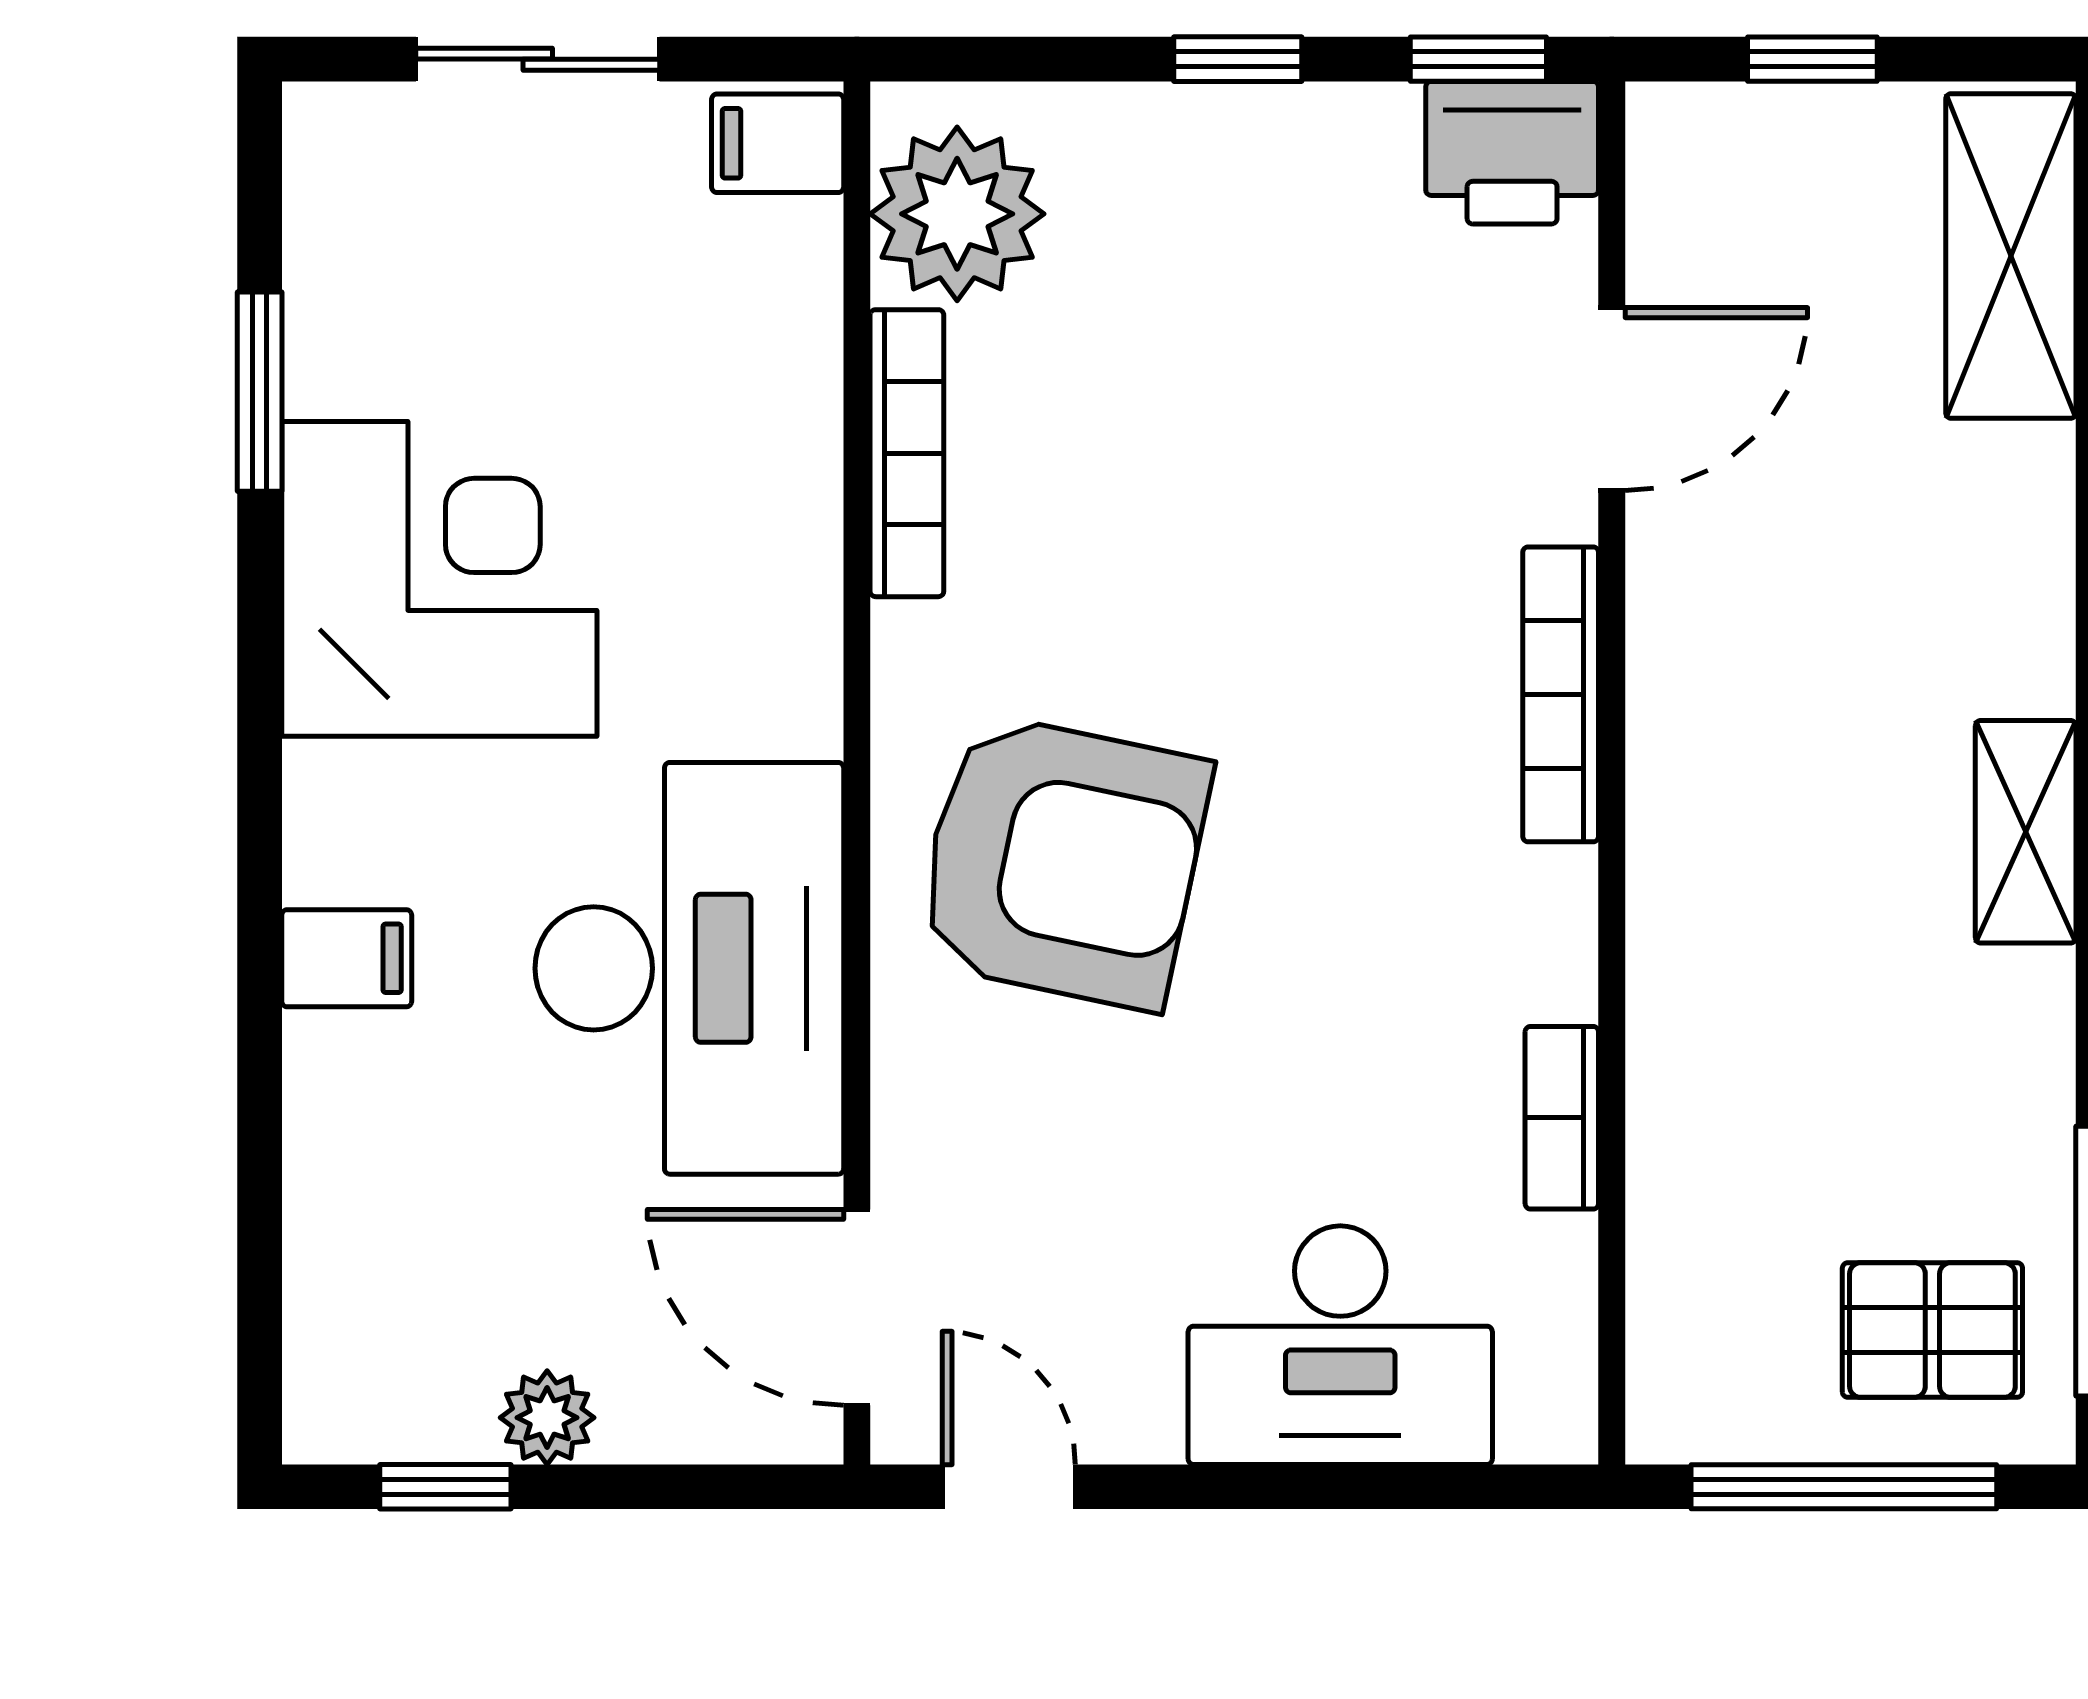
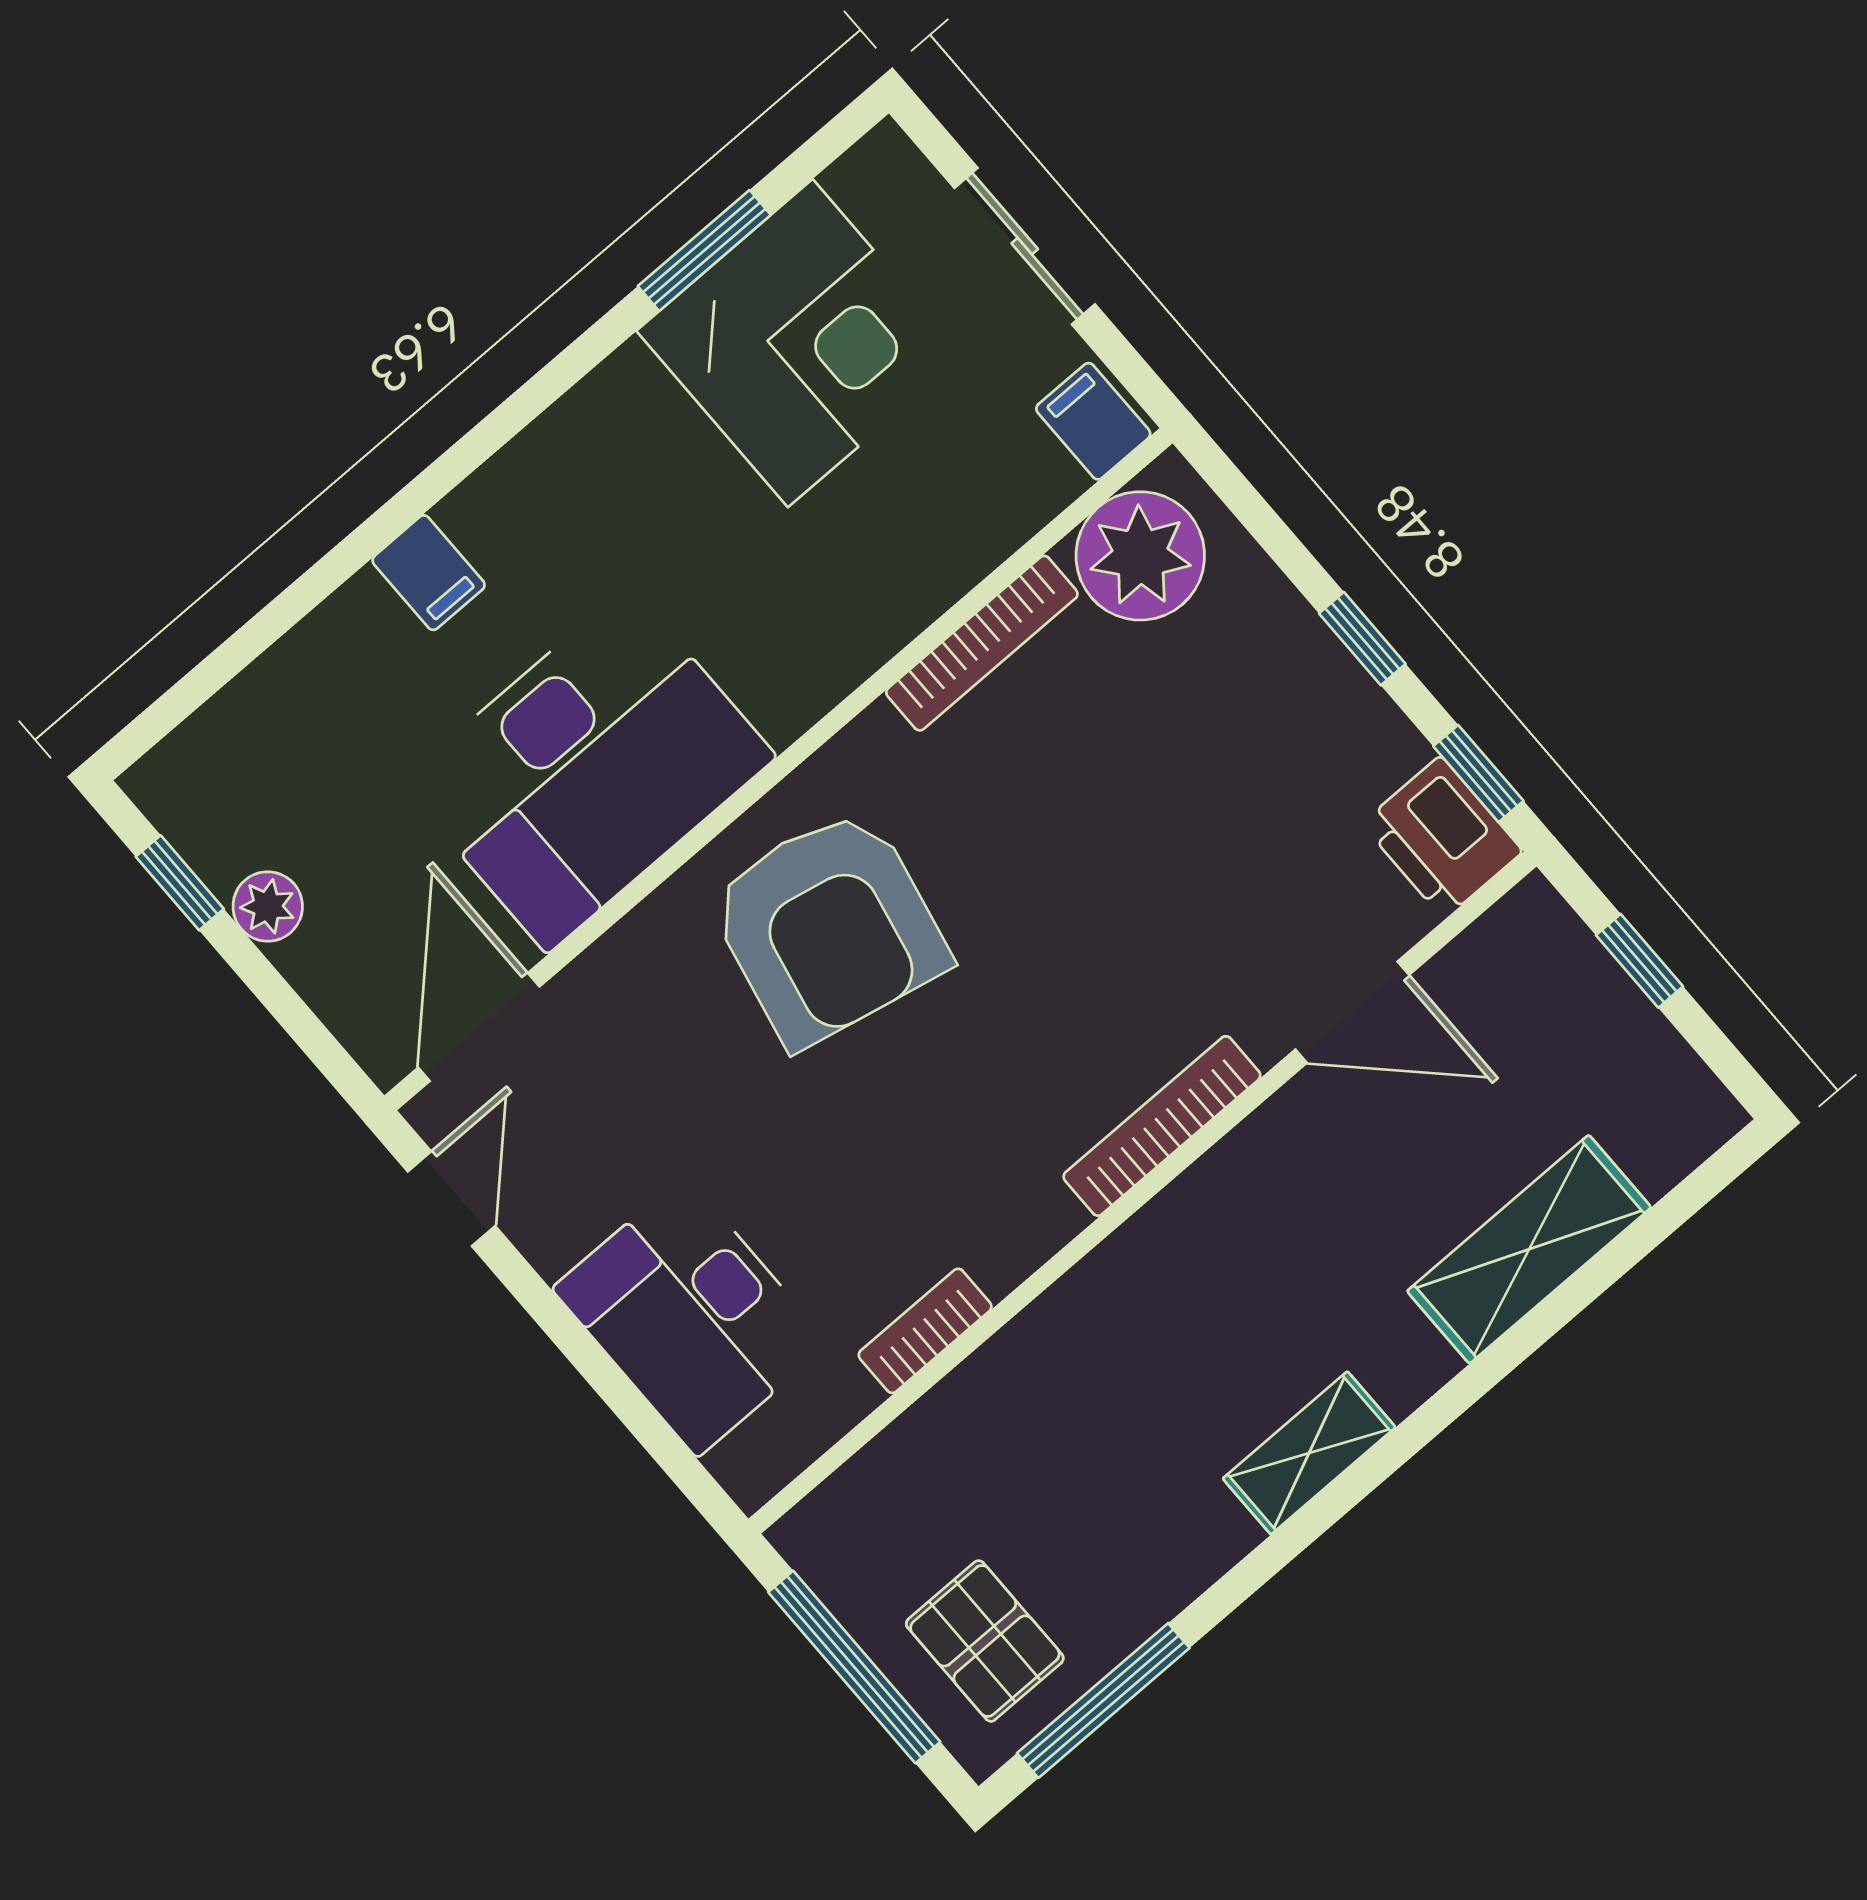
shelving: (2011, 256) -> (1529, 1249), moved
corner desk: (439, 579) -> (800, 343), moved

